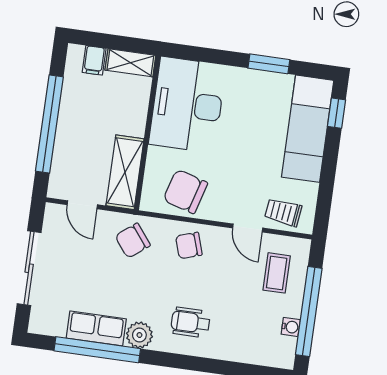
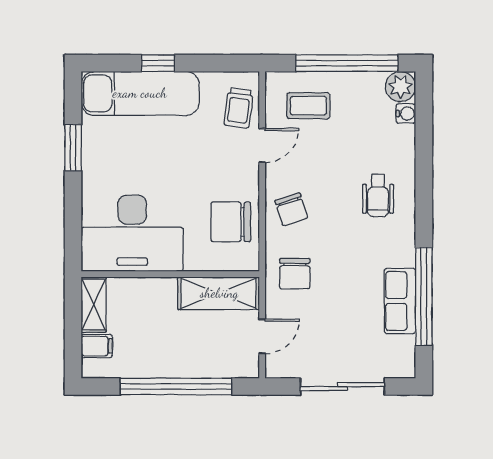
window: (337, 113) -> (158, 63), moved
chair: (185, 191) -> (231, 222), turned 74
chair: (133, 241) -> (295, 274), turned 38
water cooler: (291, 327) -> (406, 113), moved, turned 90
plant: (139, 335) -> (400, 86), moved

